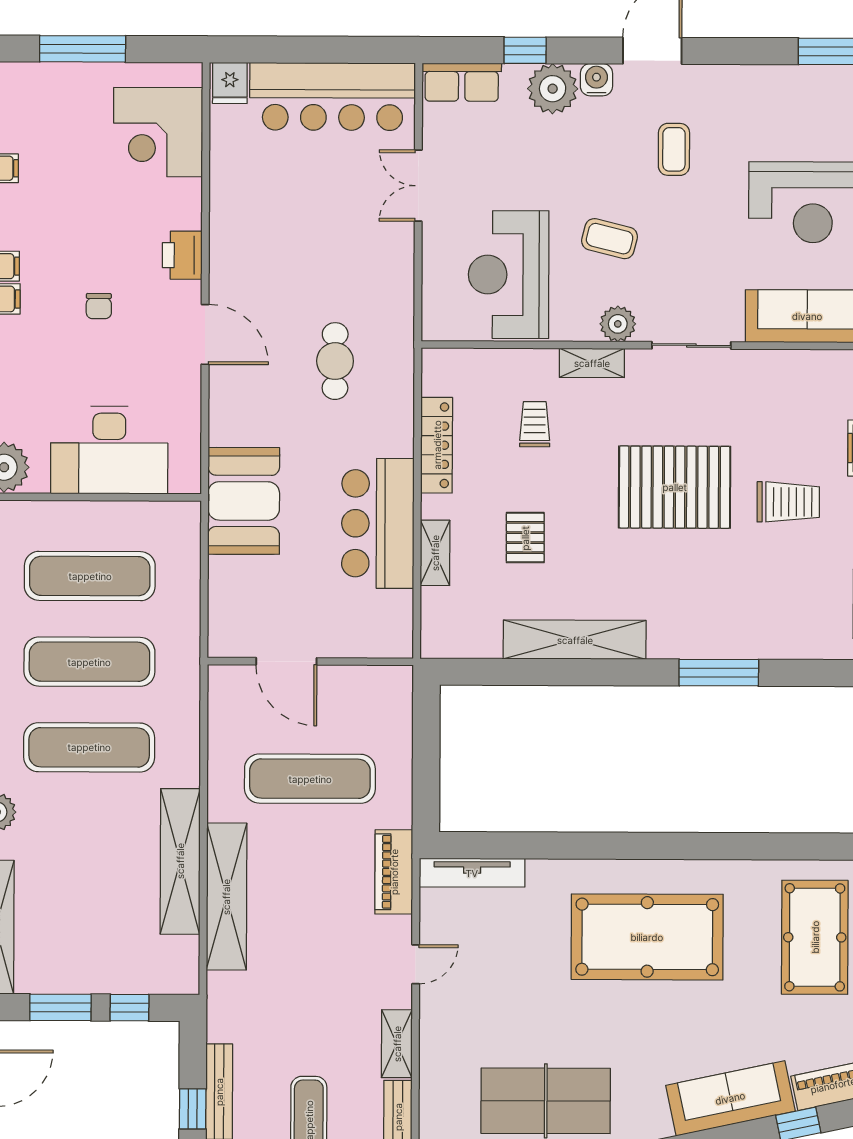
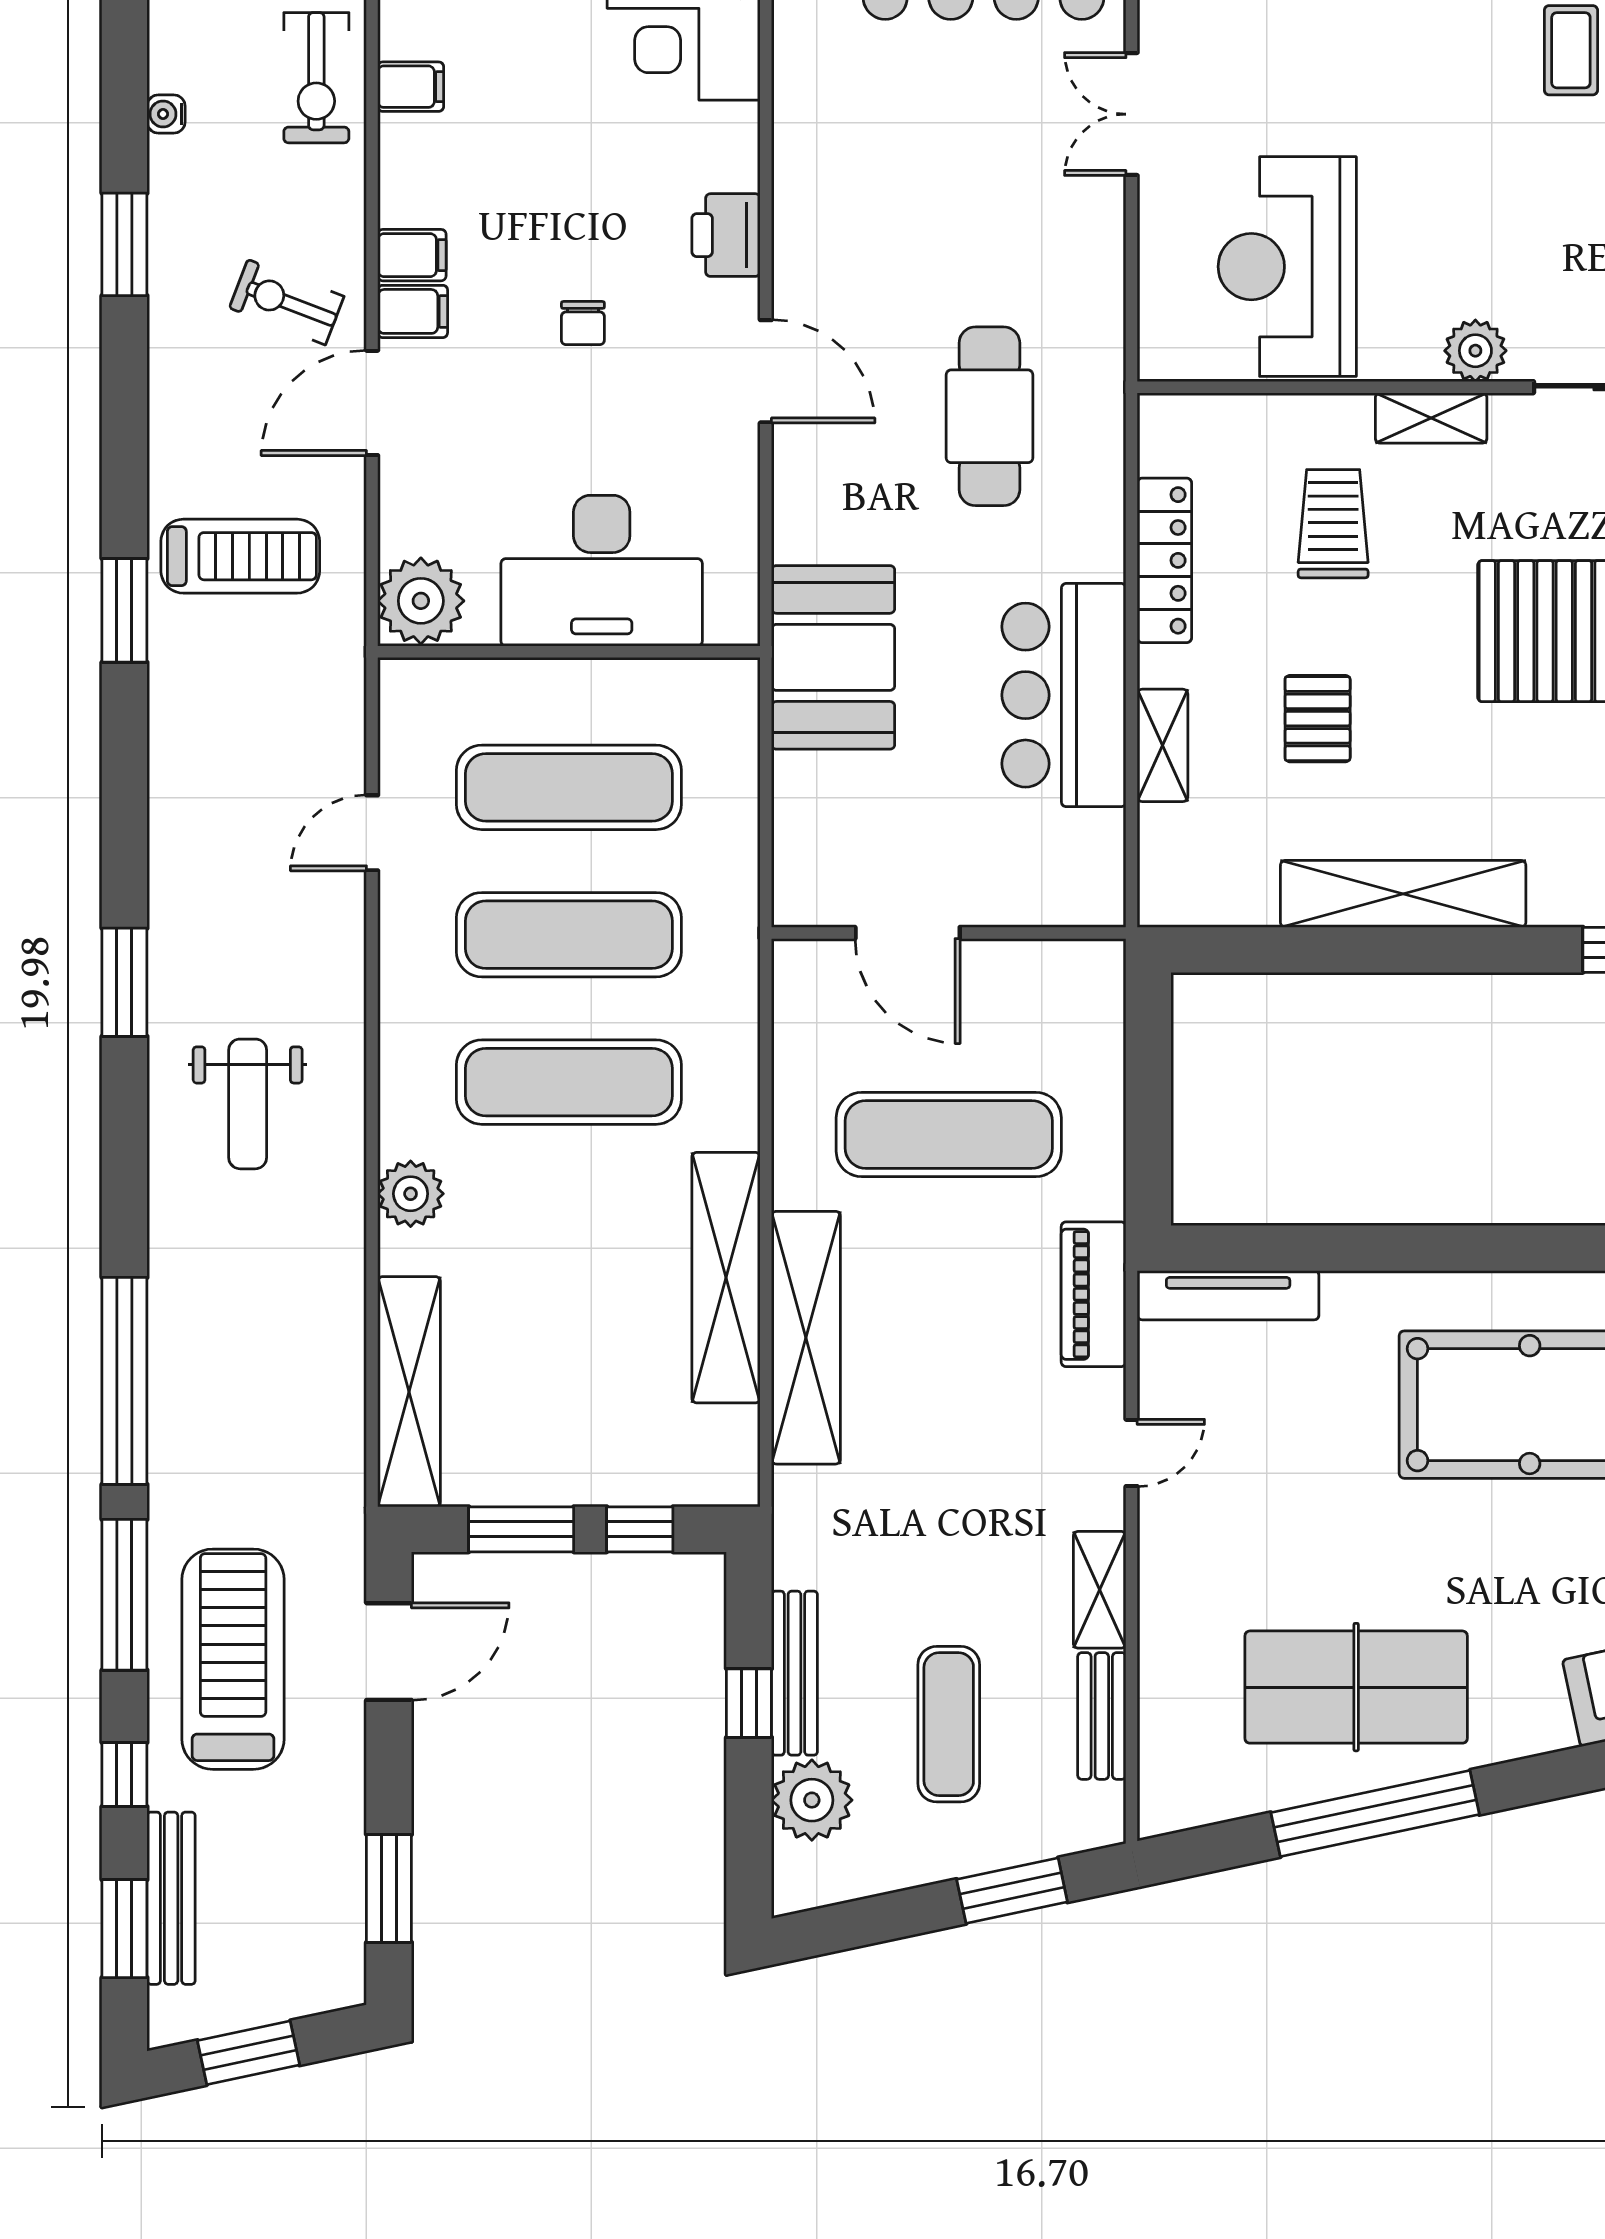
coffee table: (610, 239) -> (1461, 204), removed
cafe table: (335, 361) -> (989, 416), width x1.37, depth x1.35
trolley: (535, 424) -> (1333, 524), width x1.36, depth x1.39

